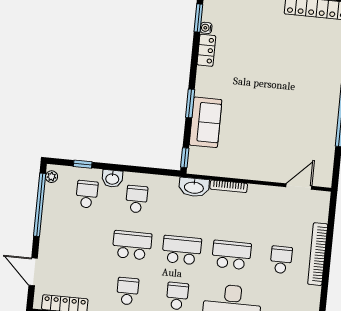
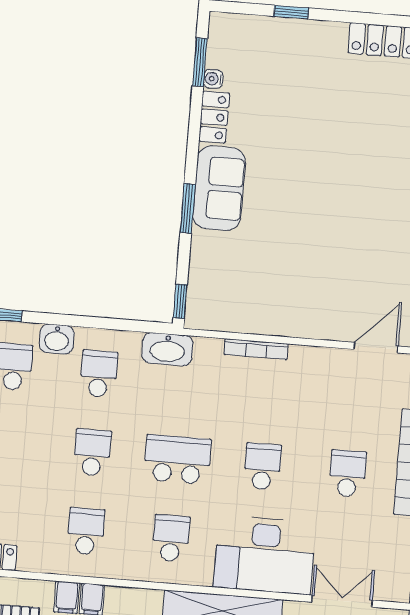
sofa: (206, 122) -> (219, 188), moved
washbasin: (194, 187) -> (167, 349), moved
school desk: (132, 245) -> (92, 452), width x0.54
school desk: (231, 255) -> (263, 466), width x0.54

